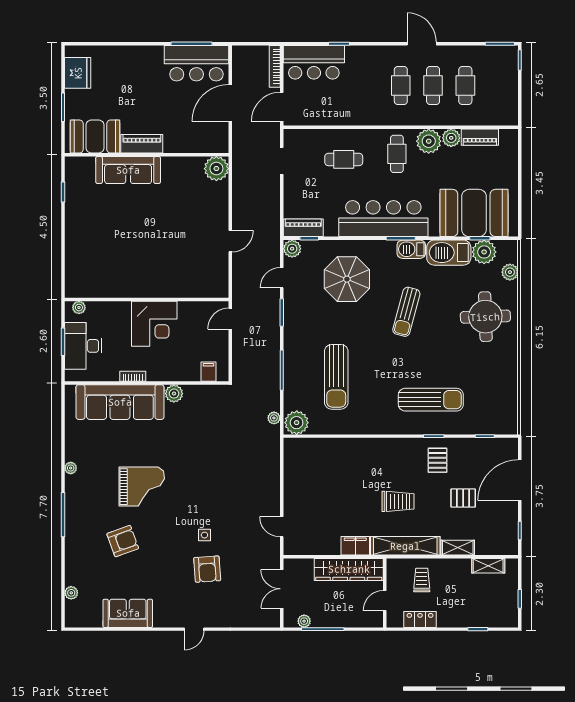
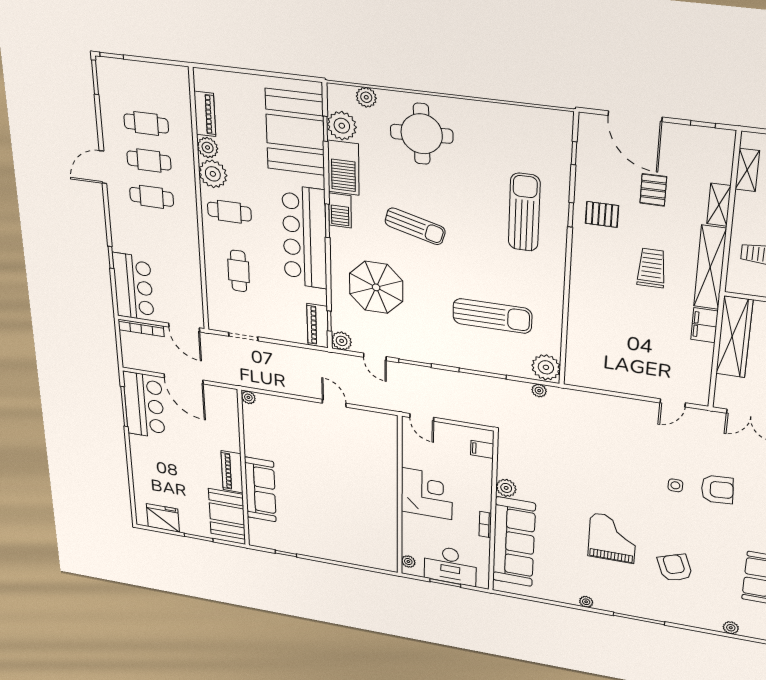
plant: (216, 169) -> (248, 397), width x0.53, depth x0.53

